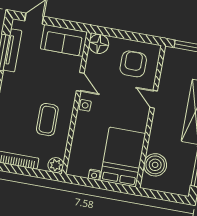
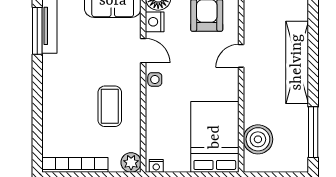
nightstand: (93, 62) -> (155, 22), added
door: (154, 99) -> (241, 56), hinge flipped
nightstand: (94, 175) -> (156, 166), moved

